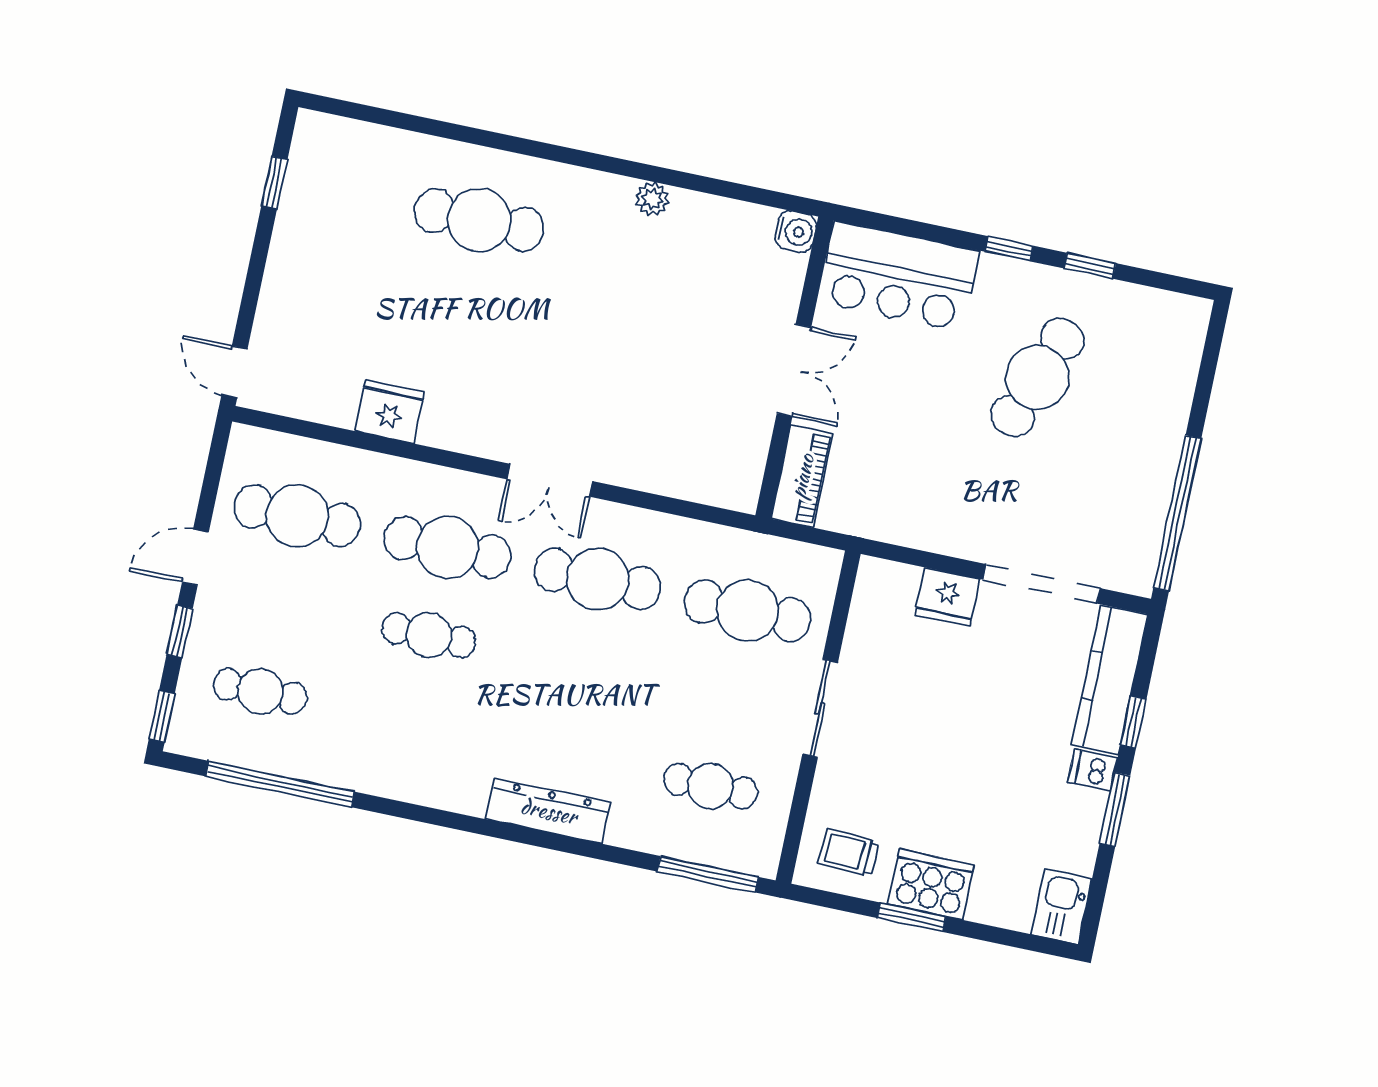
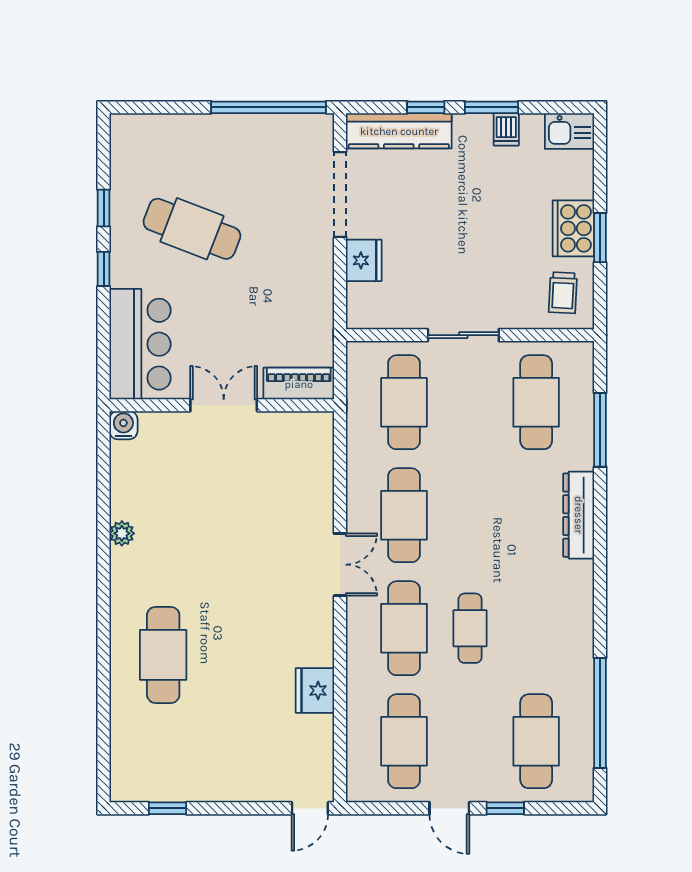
cafe table: (260, 691) -> (536, 741), width x1.37, depth x1.35
window: (162, 716) -> (569, 808), removed
dishwasher: (1093, 770) -> (506, 129), moved
cafe table: (711, 786) -> (536, 402), width x1.37, depth x1.35
window: (708, 874) -> (600, 430), moved

